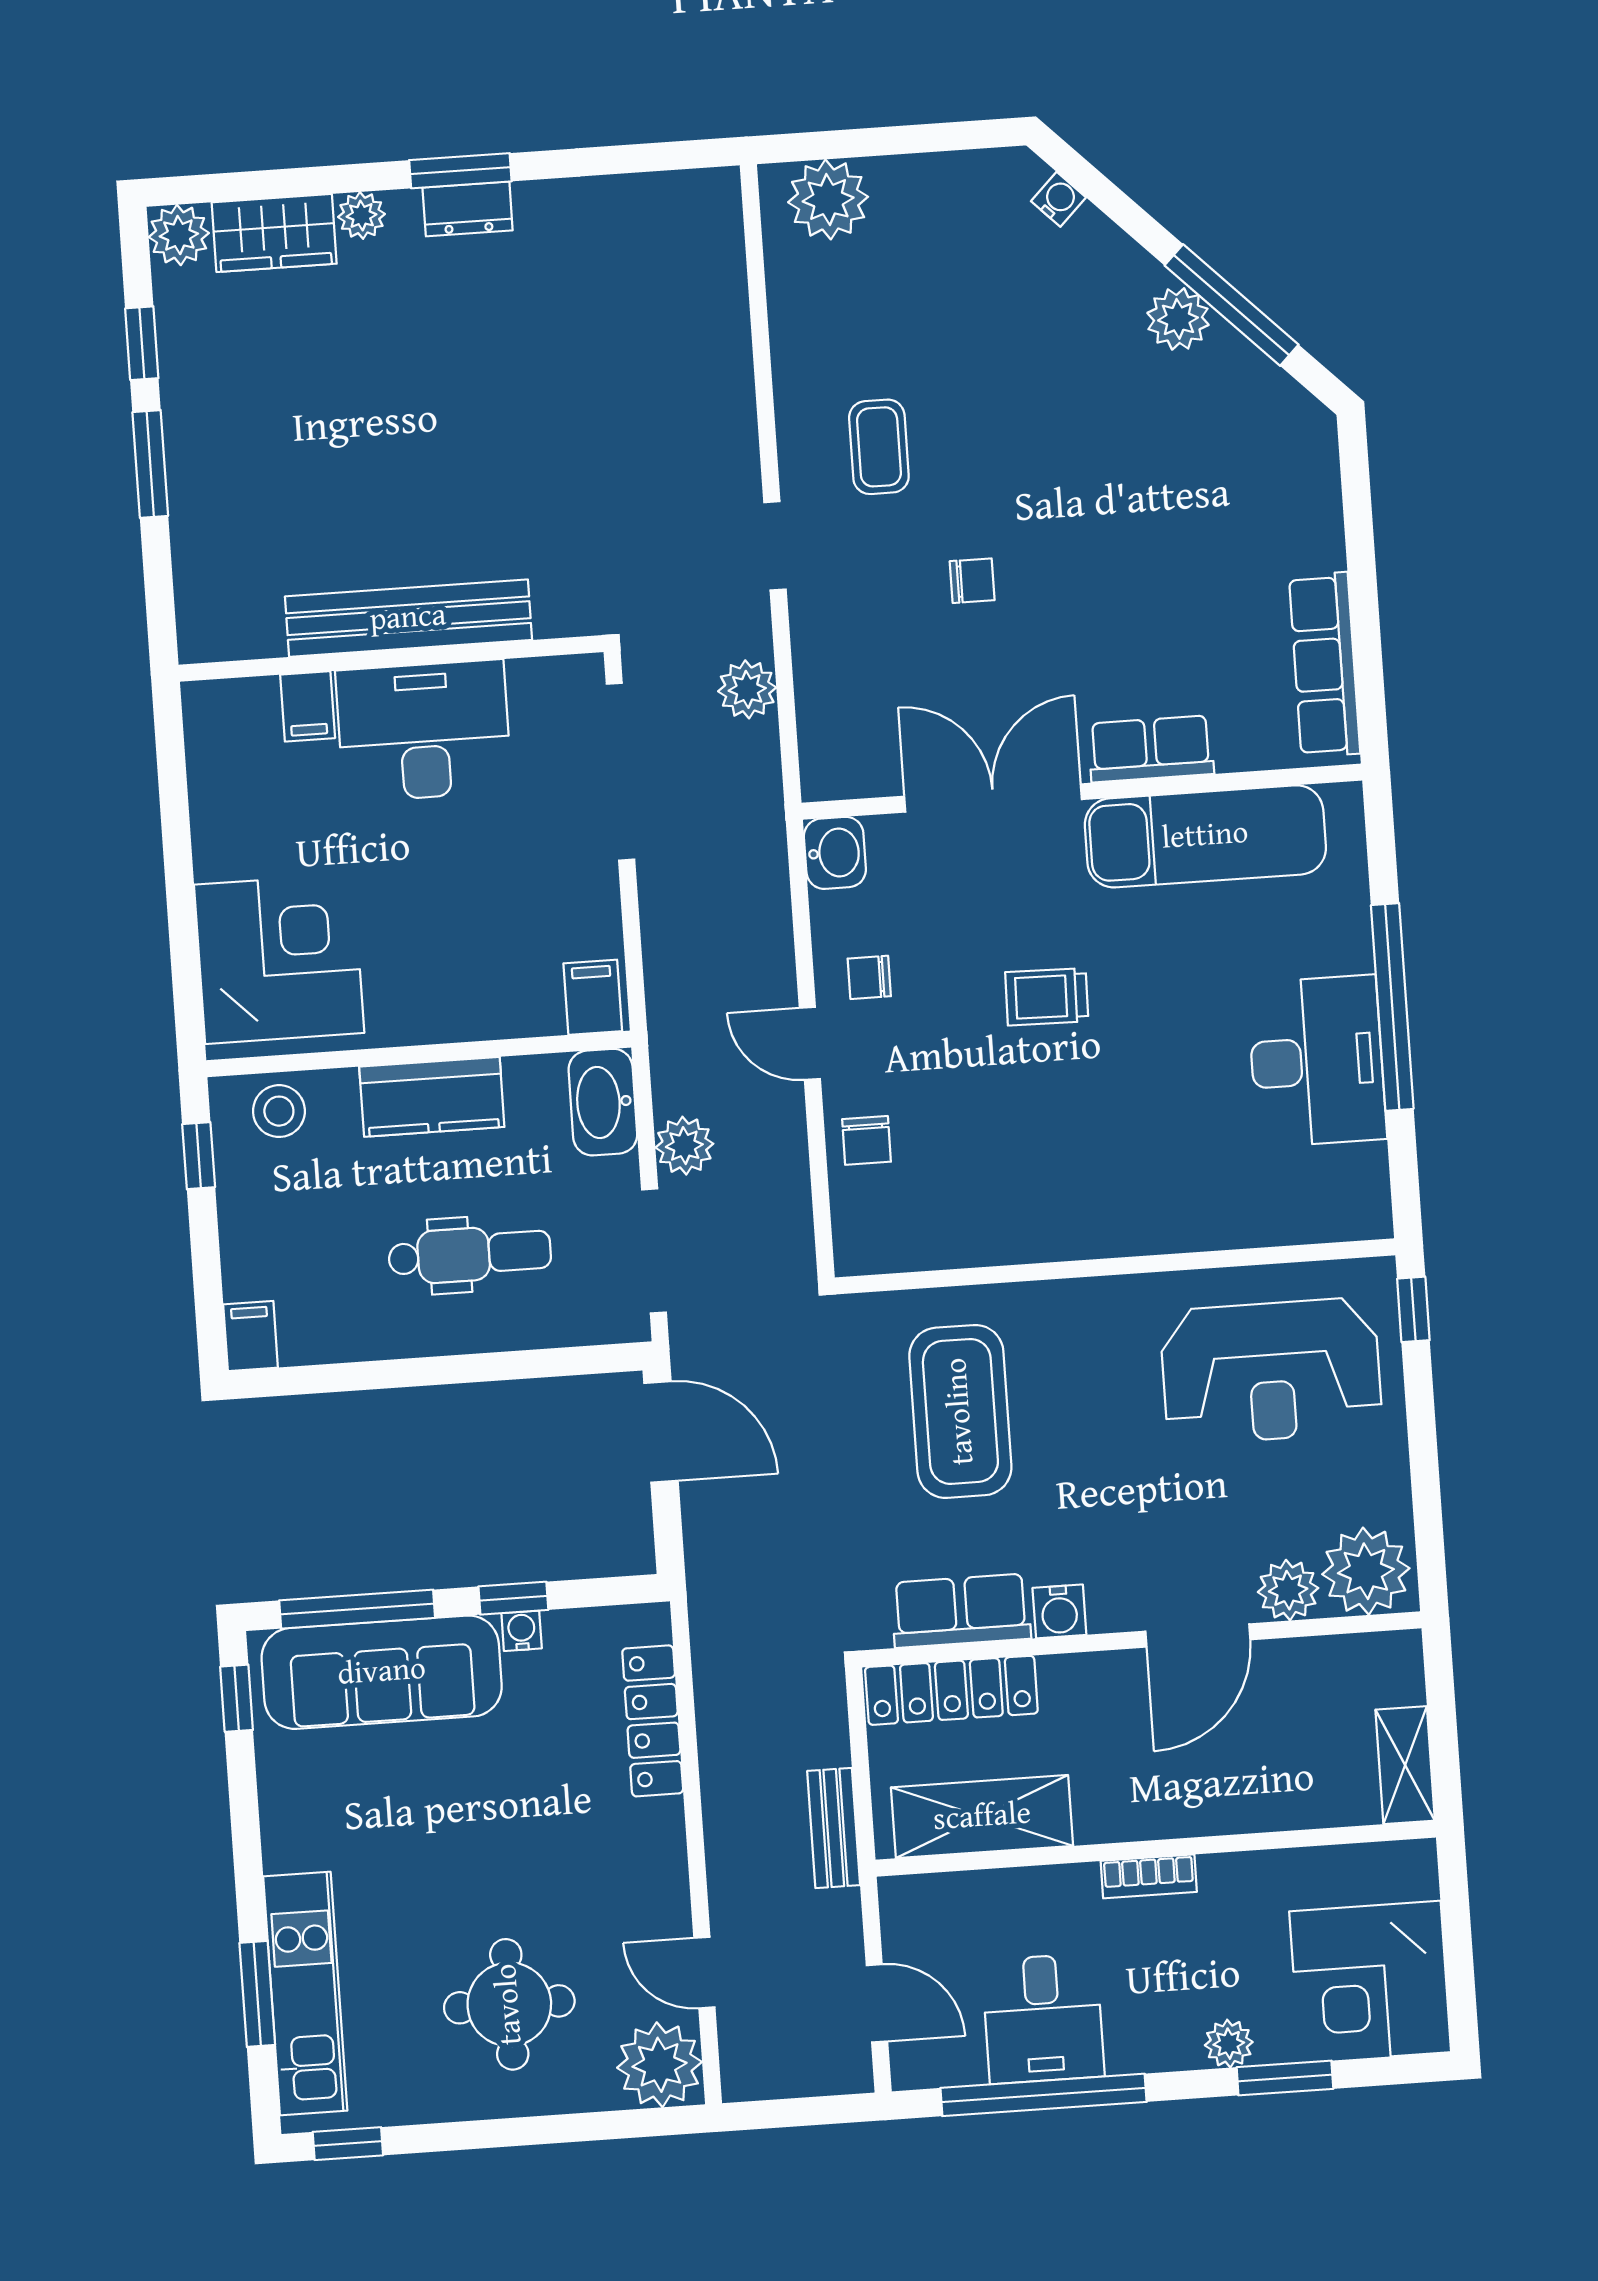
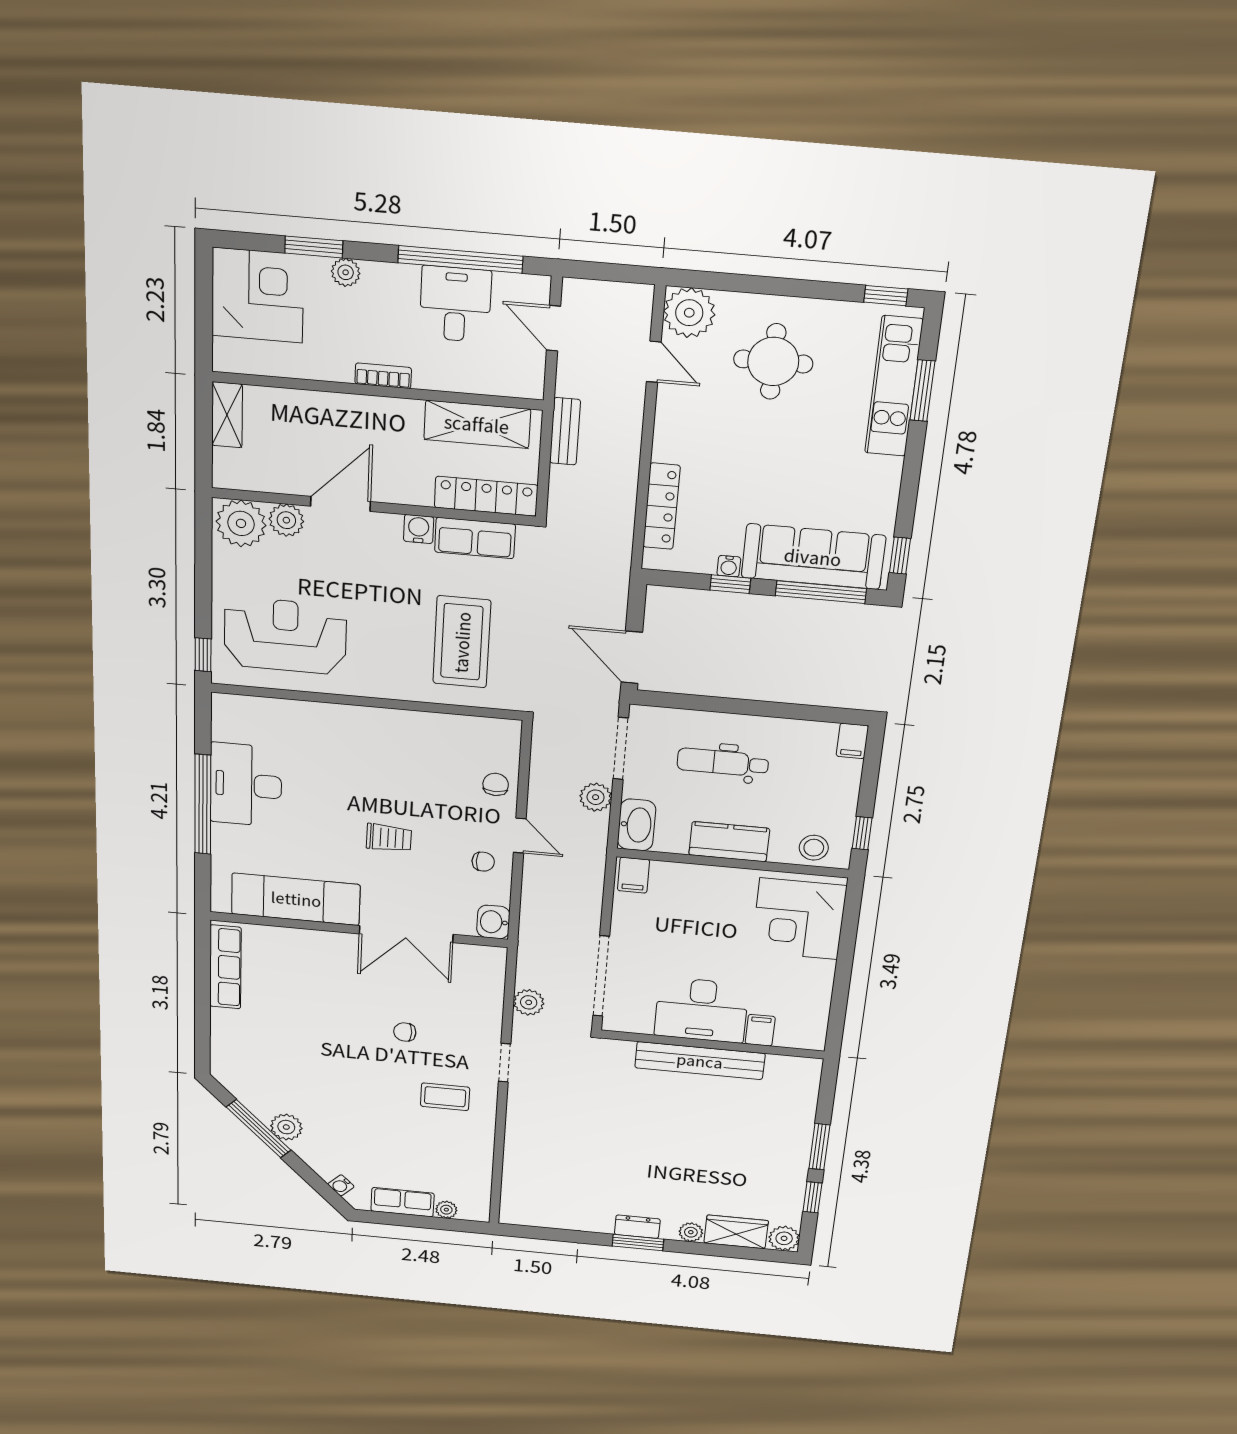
plant: (828, 200) -> (446, 1210), width x0.53, depth x0.53
coffee table: (879, 447) -> (445, 1097), turned 90
row of seats: (1151, 749) -> (403, 1202), moved, turned 180

